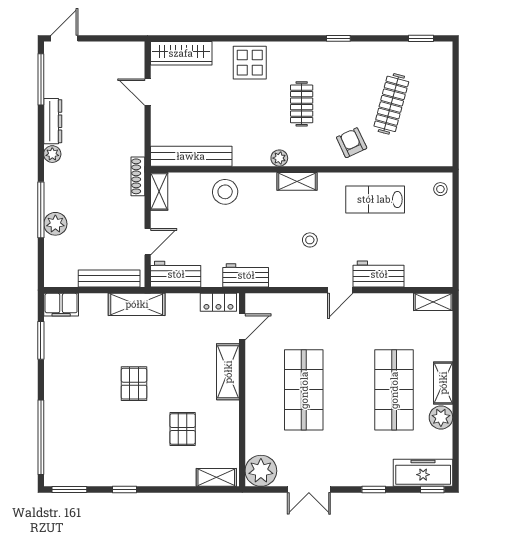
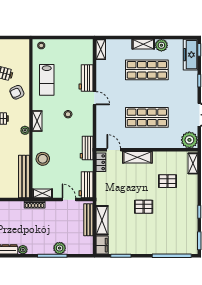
shelving: (137, 304) -> (102, 220), moved

